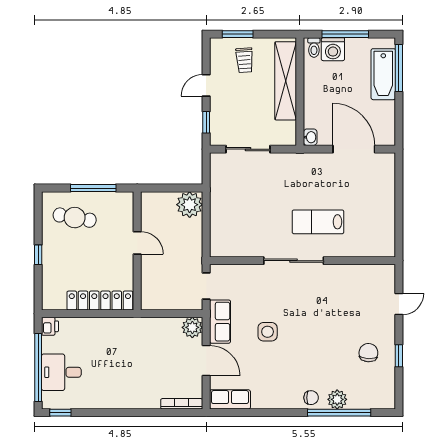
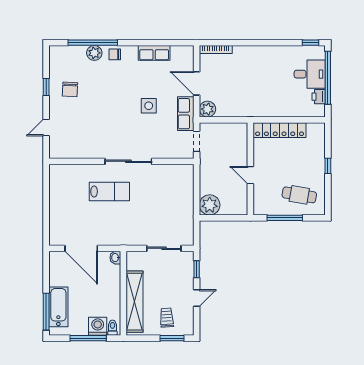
printer: (50, 326) -> (319, 97), moved
row of seats: (230, 399) -> (154, 53), moved

